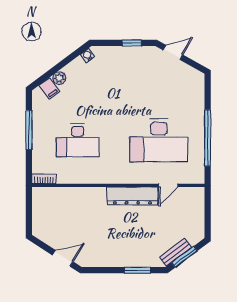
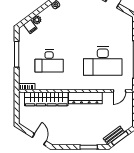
door: (168, 185) -> (119, 91), moved
wardrobe: (73, 197) -> (46, 99), added
door: (63, 258) -> (39, 139), hinge flipped

